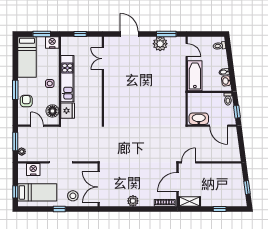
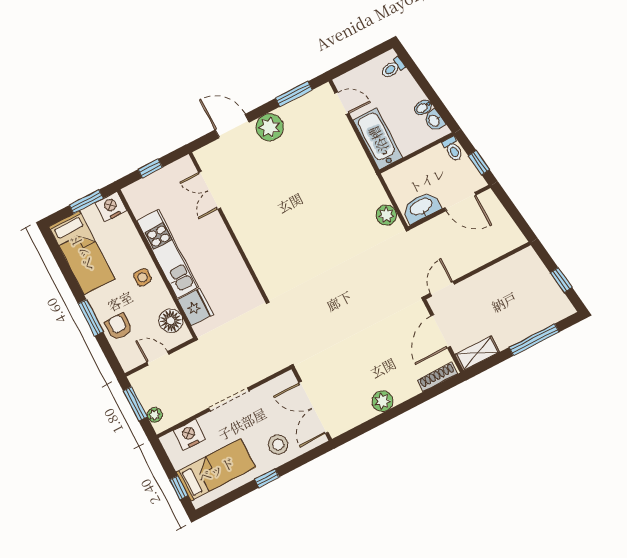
plant: (160, 44) -> (270, 127), moved
plant: (180, 114) -> (386, 215), added
window: (220, 209) -> (534, 340), width x2.17

